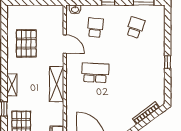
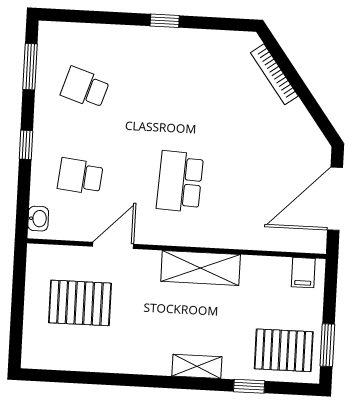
pallet: (26, 43) -> (80, 303), moved

